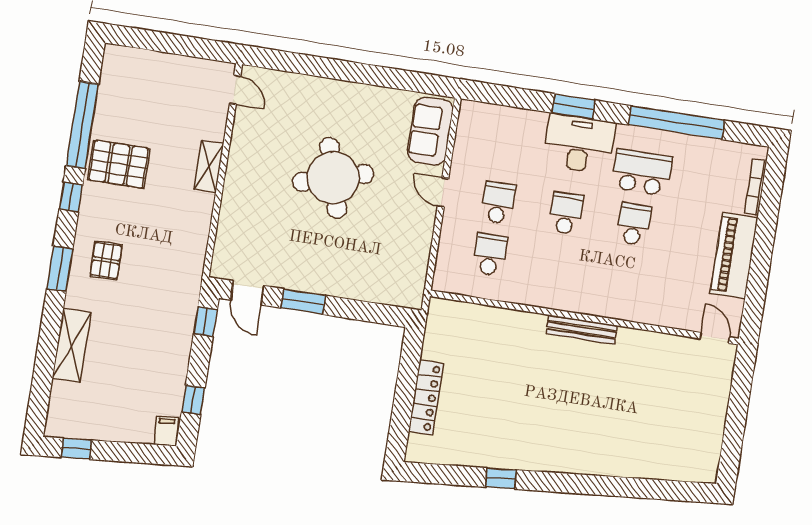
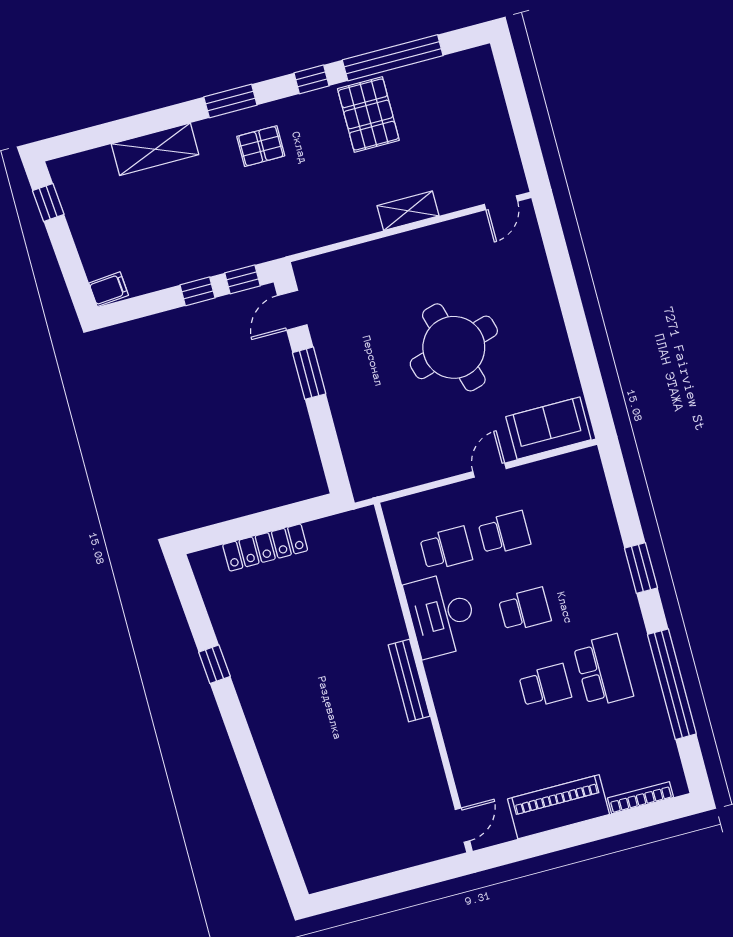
desk: (579, 144) -> (441, 615), moved, turned 180
window: (193, 400) -> (198, 291), moved

